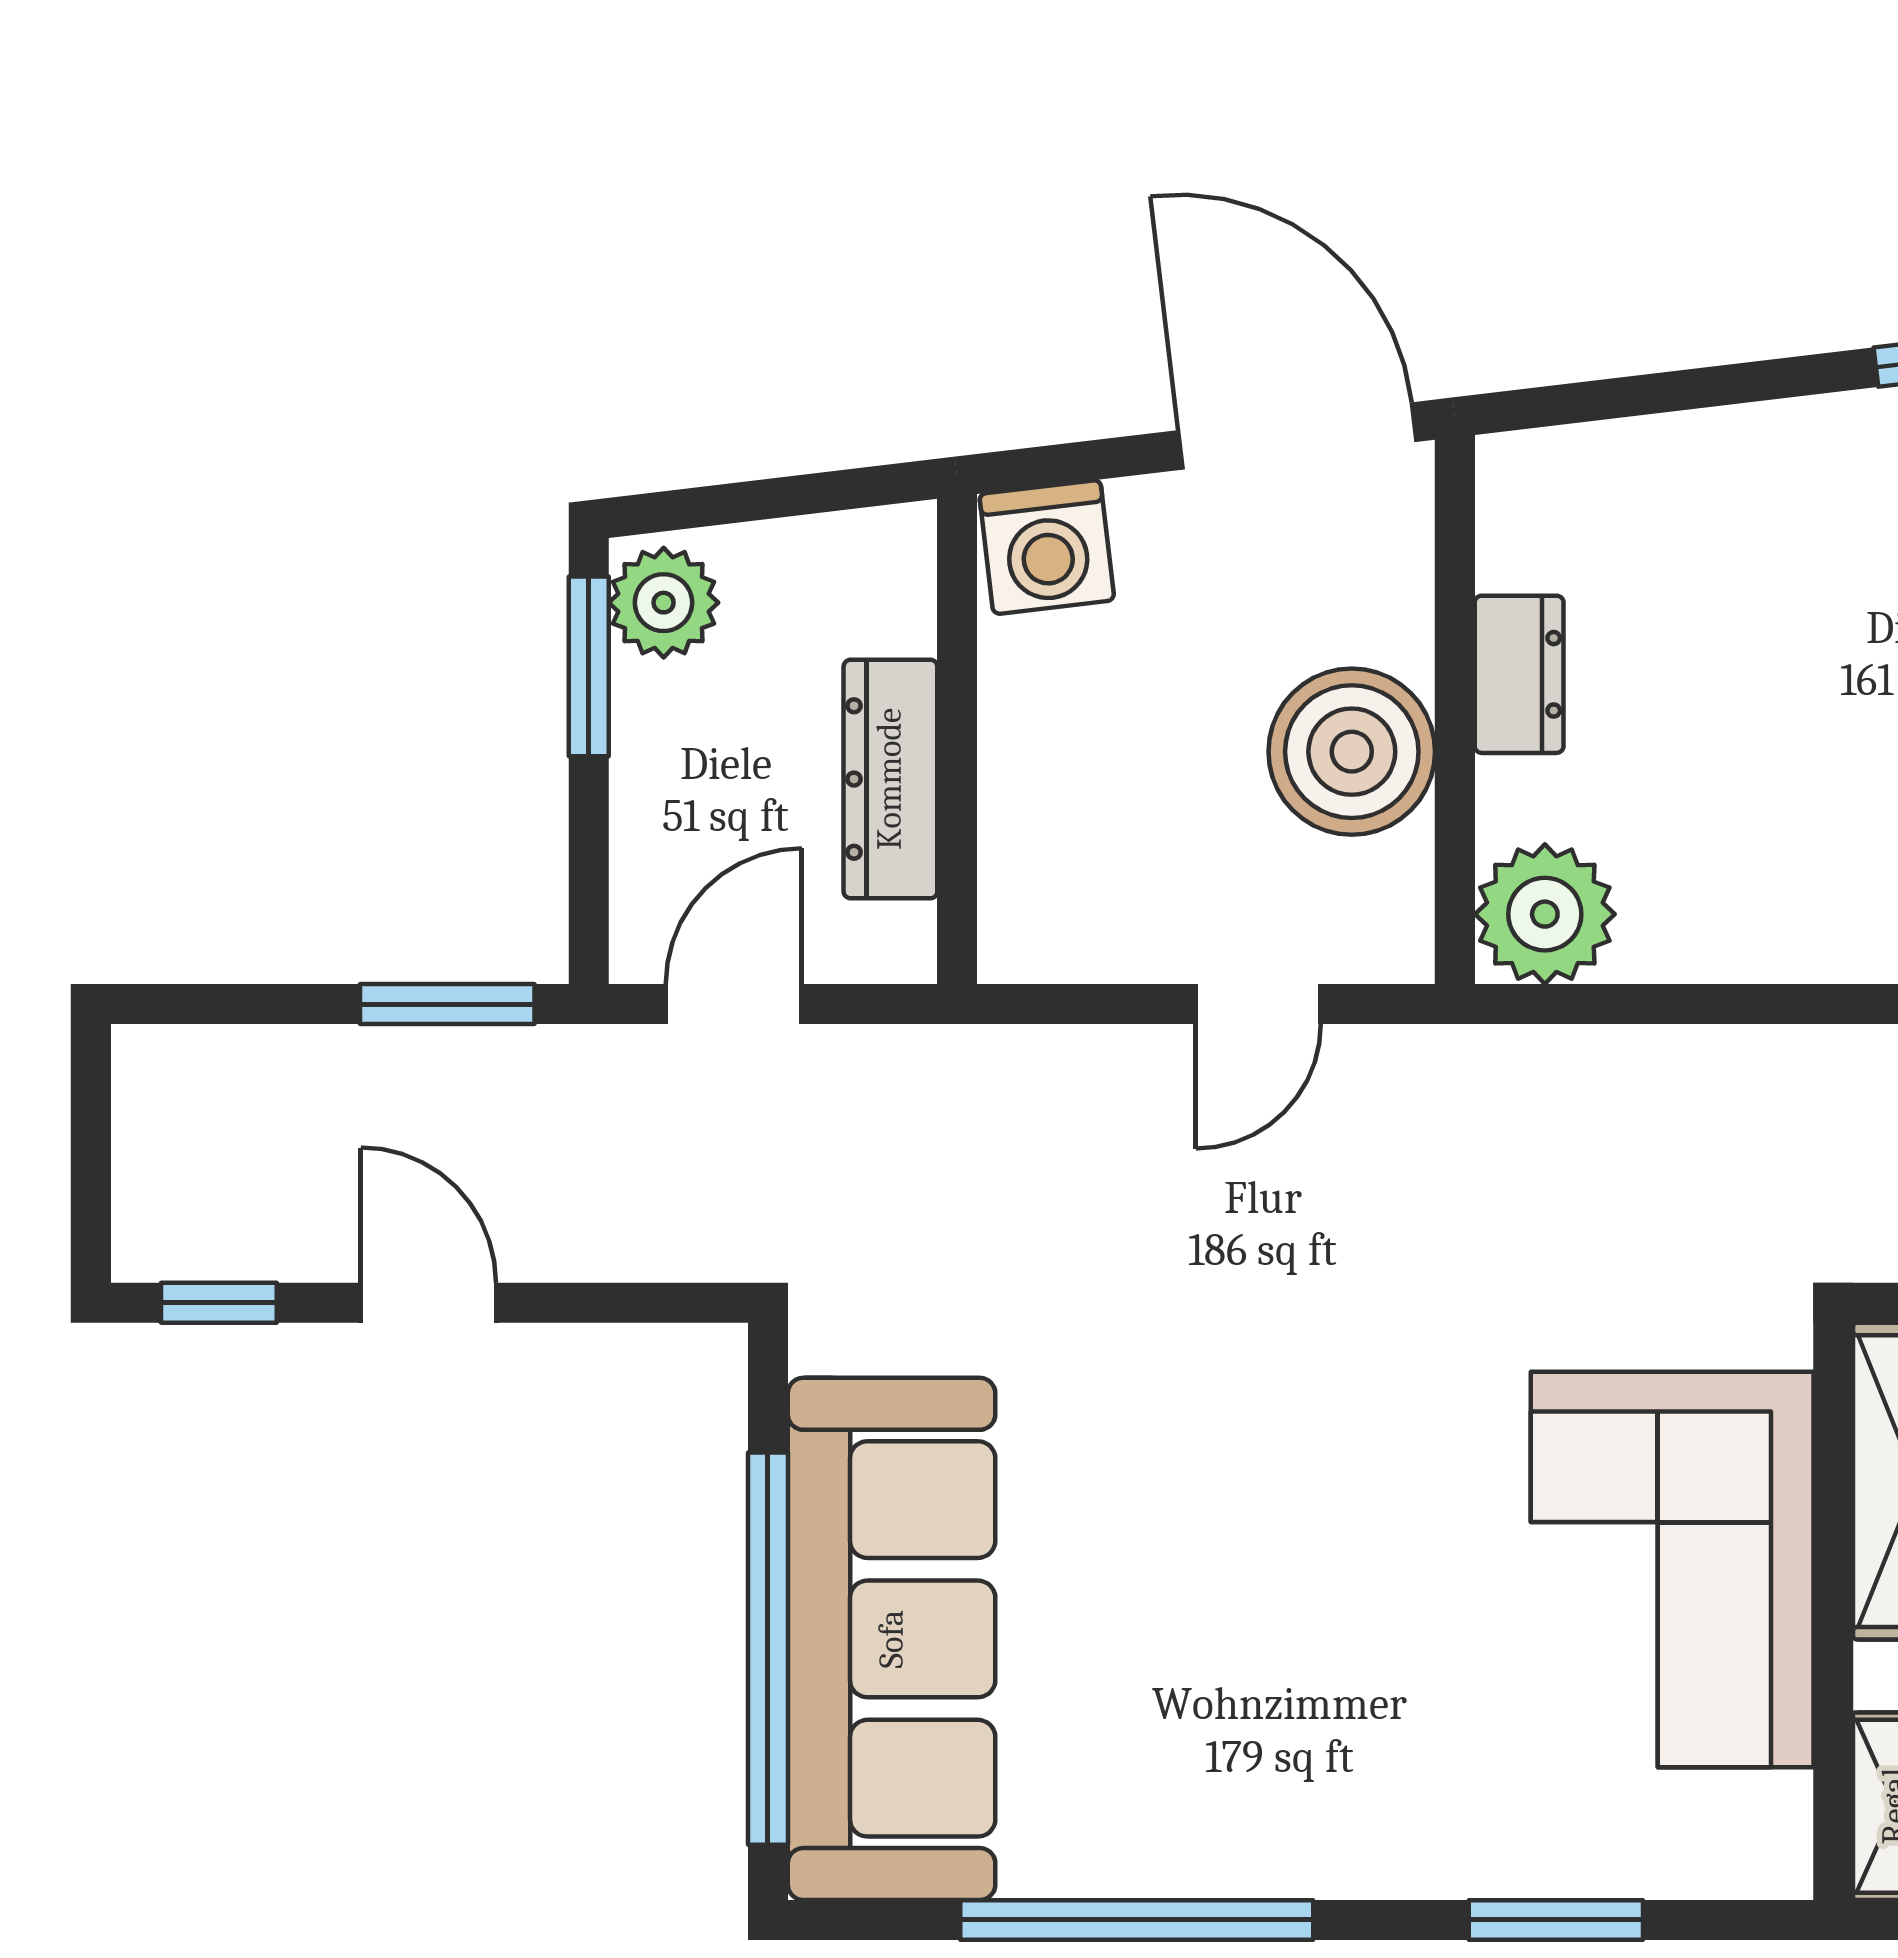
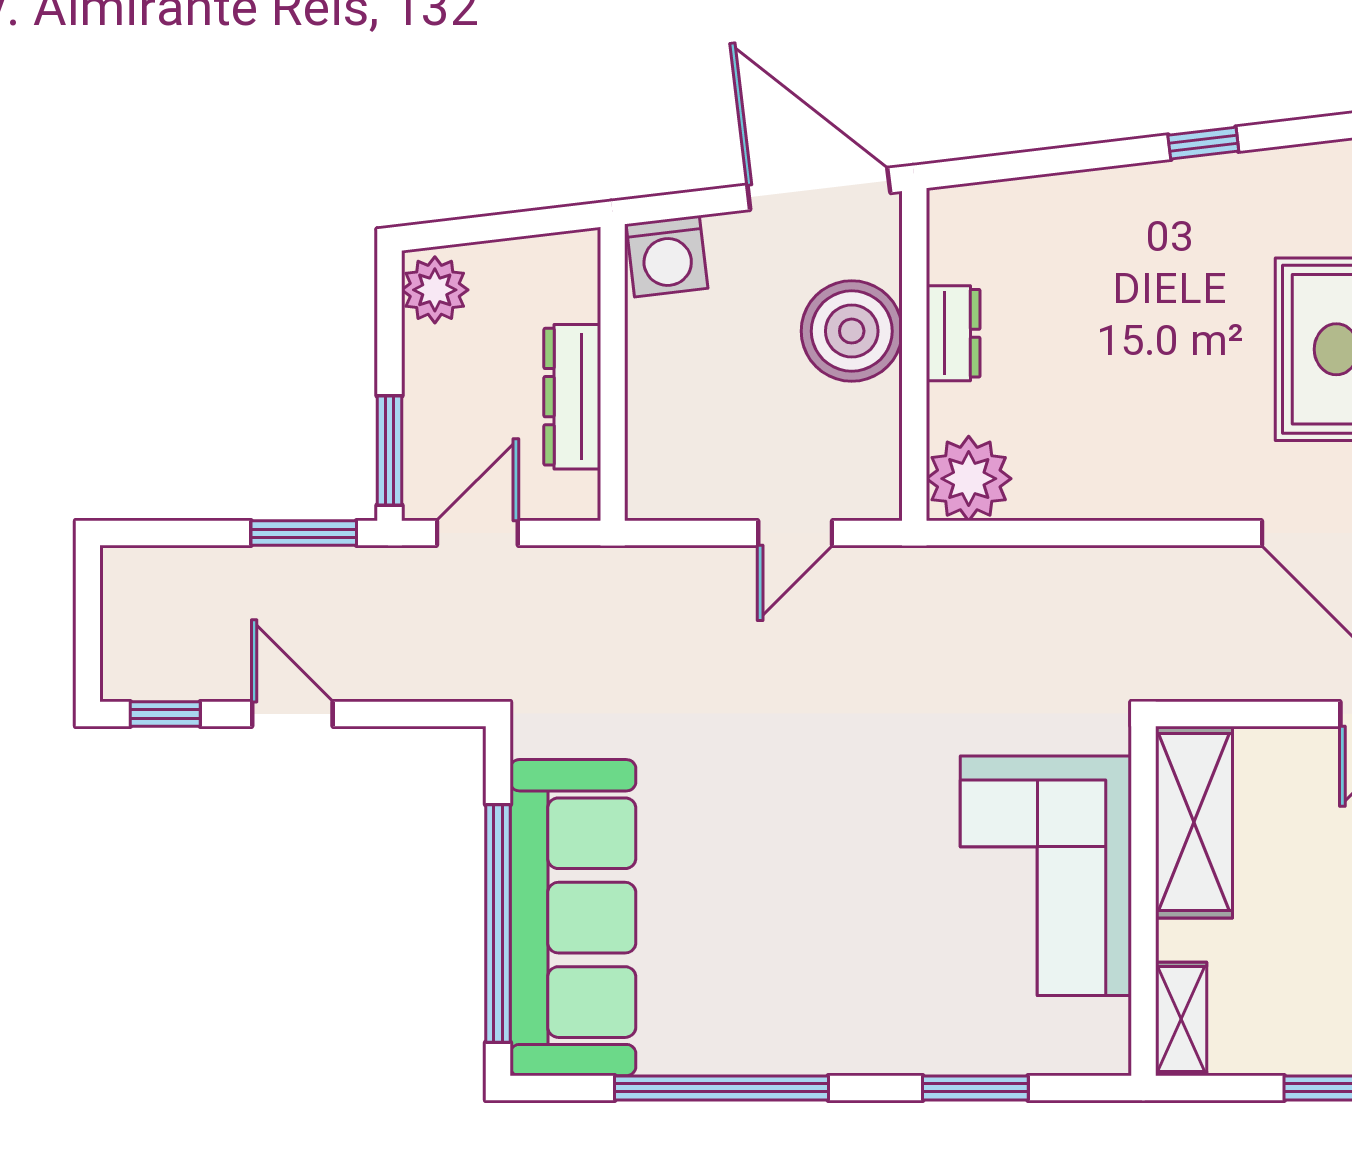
window: (589, 666) -> (389, 450), moved
boiler: (1352, 752) -> (852, 331), moved

